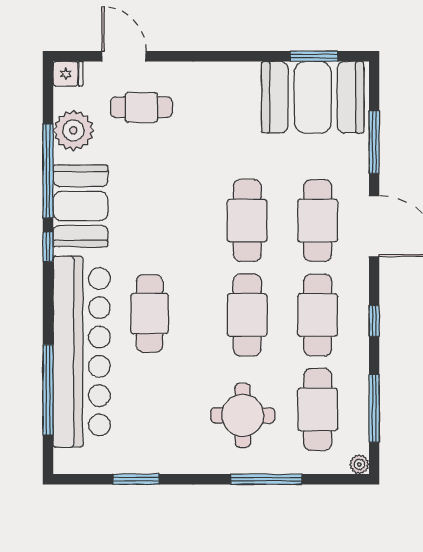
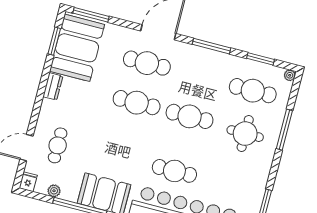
dresser: (238, 74) -> (53, 86), added
plant: (73, 130) -> (54, 191), width x0.53, depth x0.53
window: (374, 142) -> (91, 15), moved
cafe table: (318, 315) -> (200, 77), removed
window: (374, 321) -> (211, 46), width x2.17
window: (374, 408) -> (260, 59), width x0.69

